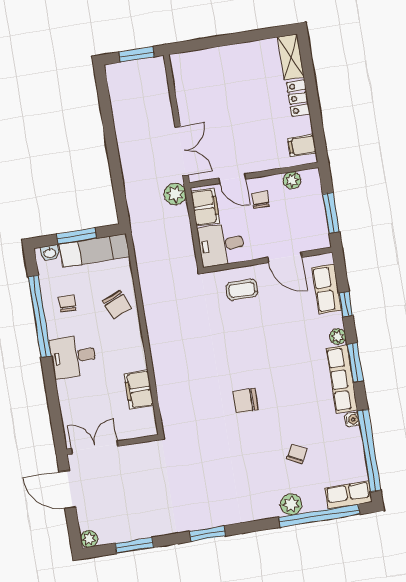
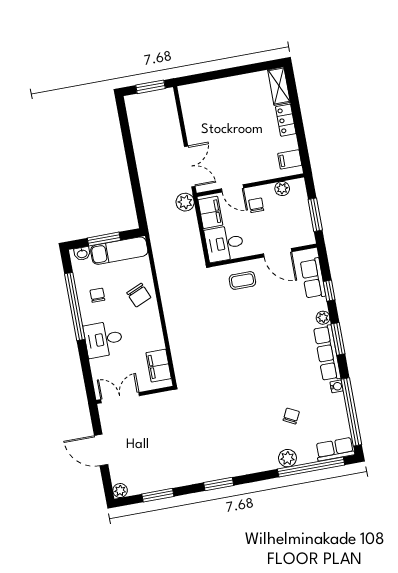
chair: (245, 401) -> (248, 373), removed
wall: (113, 445) -> (135, 395), moved
double door: (95, 447) -> (120, 398), moved

